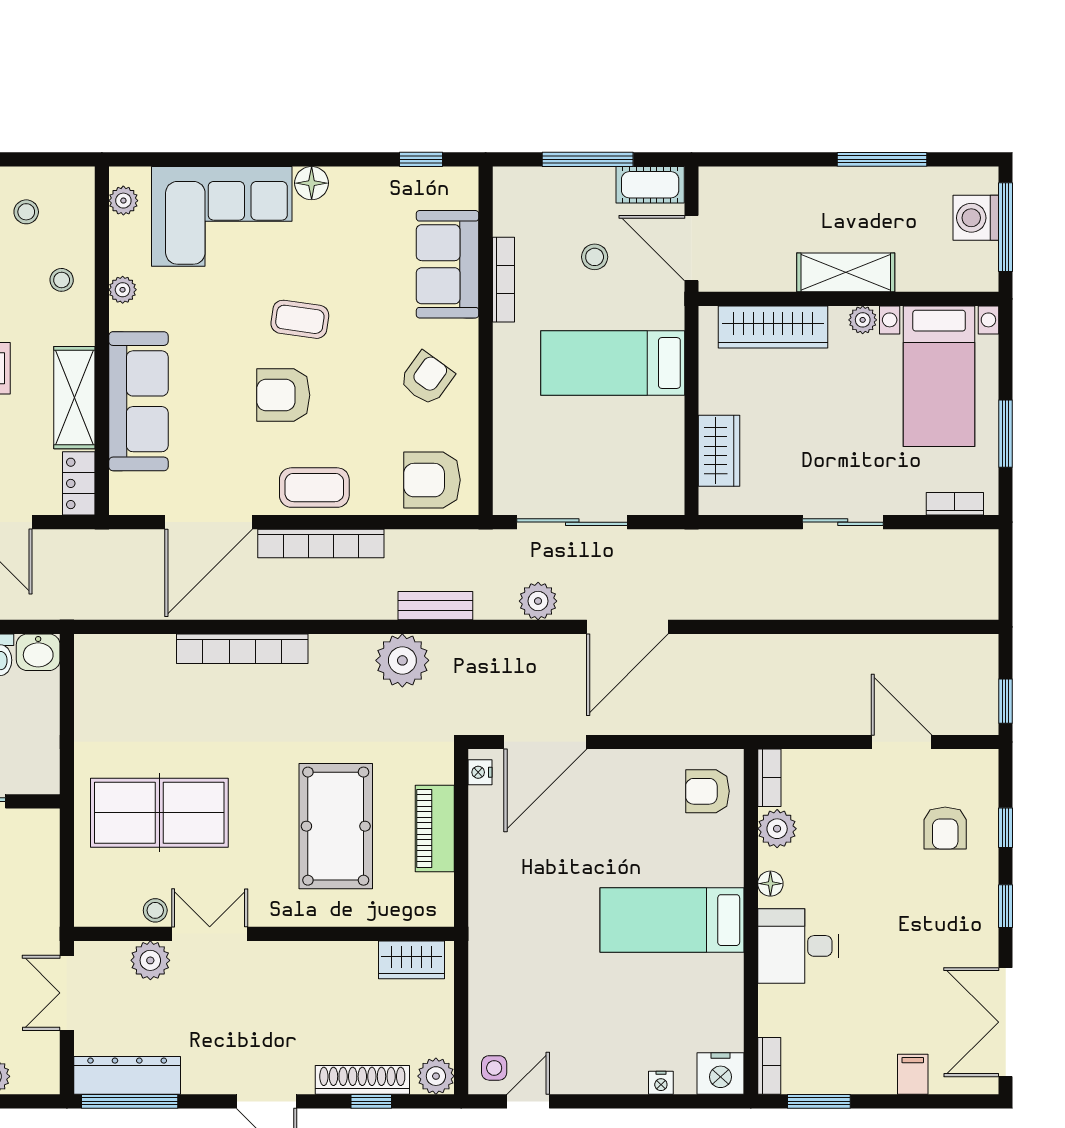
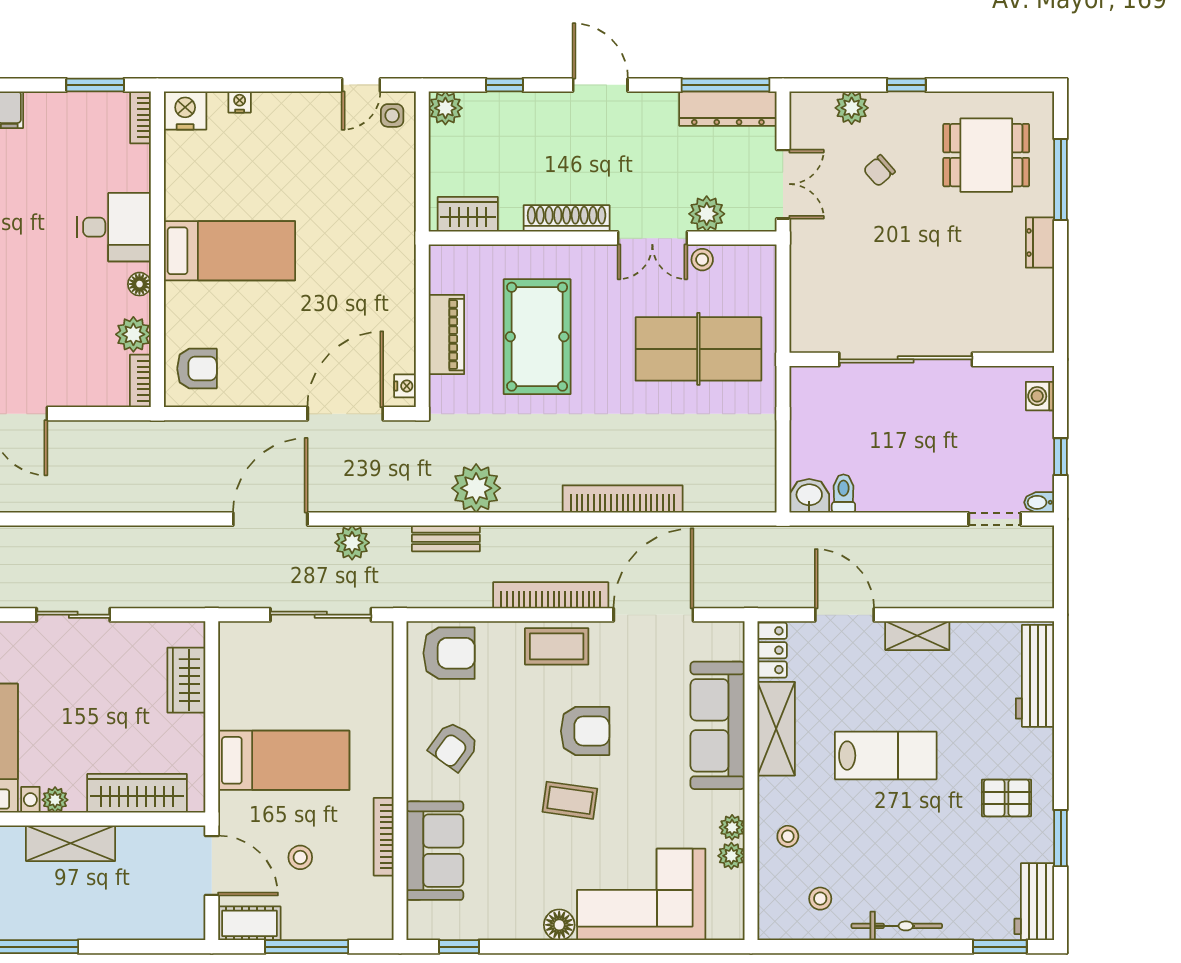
plant: (123, 201) -> (731, 856), moved
shoe rack: (362, 1080) -> (567, 218), moved, turned 180

